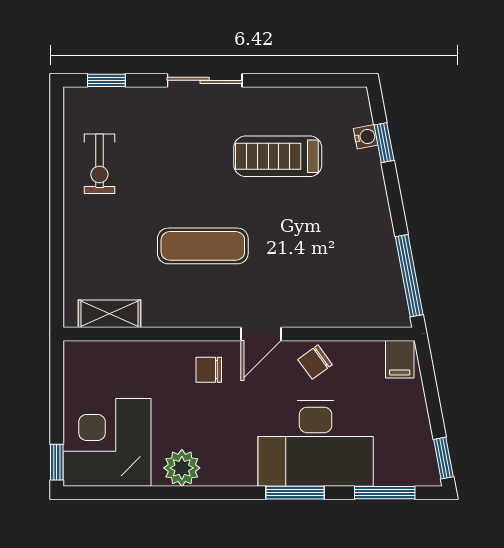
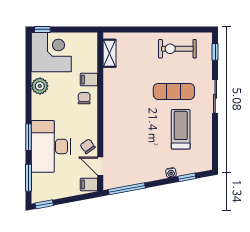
water cooler: (366, 137) -> (171, 173), moved
exercise bike: (99, 164) -> (177, 49), width x1.38, depth x1.39
exercise mat: (203, 246) -> (174, 91), moved, turned 90
door: (261, 334) -> (100, 166), moved
filing cabinet: (168, 359) -> (89, 80), added

